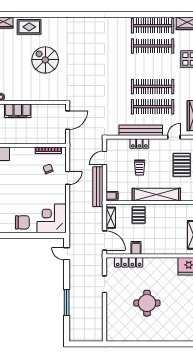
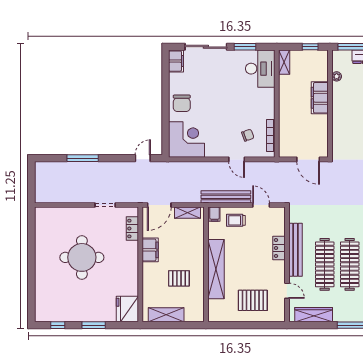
trolley: (140, 167) -> (236, 220), moved
pallet: (139, 215) -> (179, 278), moved
filing cabinet: (136, 248) -> (150, 250), width x2.00
locker: (129, 262) -> (132, 229), width x0.66
round table: (147, 303) -> (82, 257), width x1.36, depth x1.36

